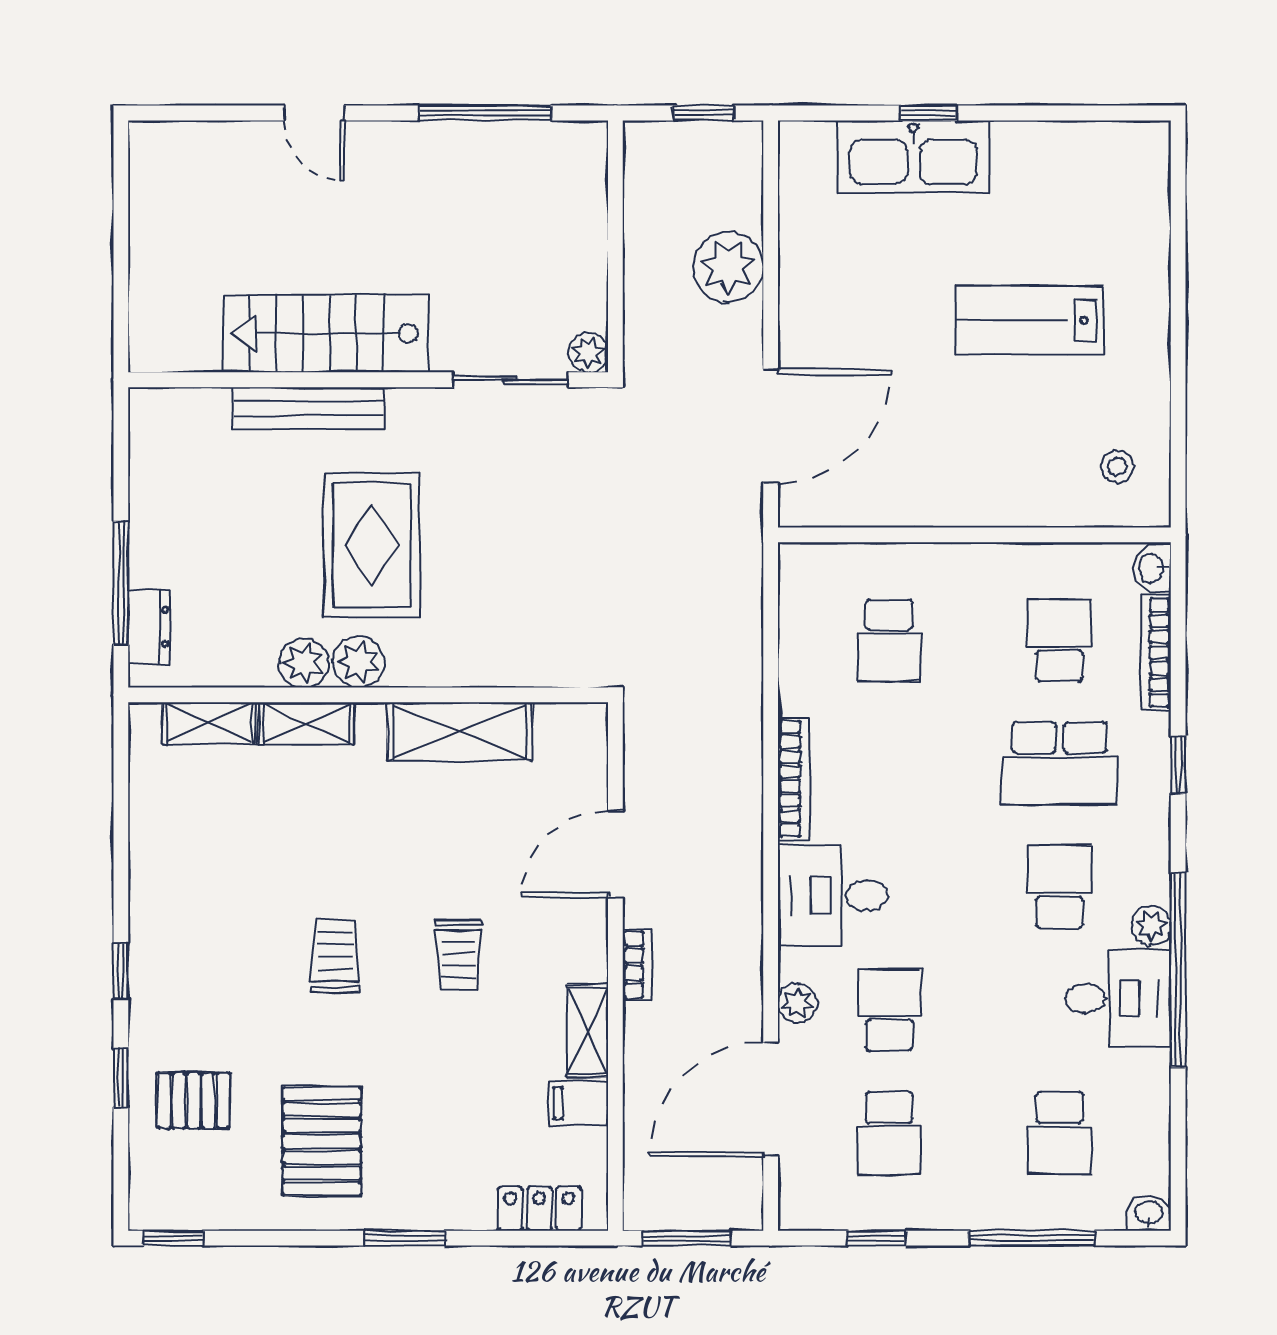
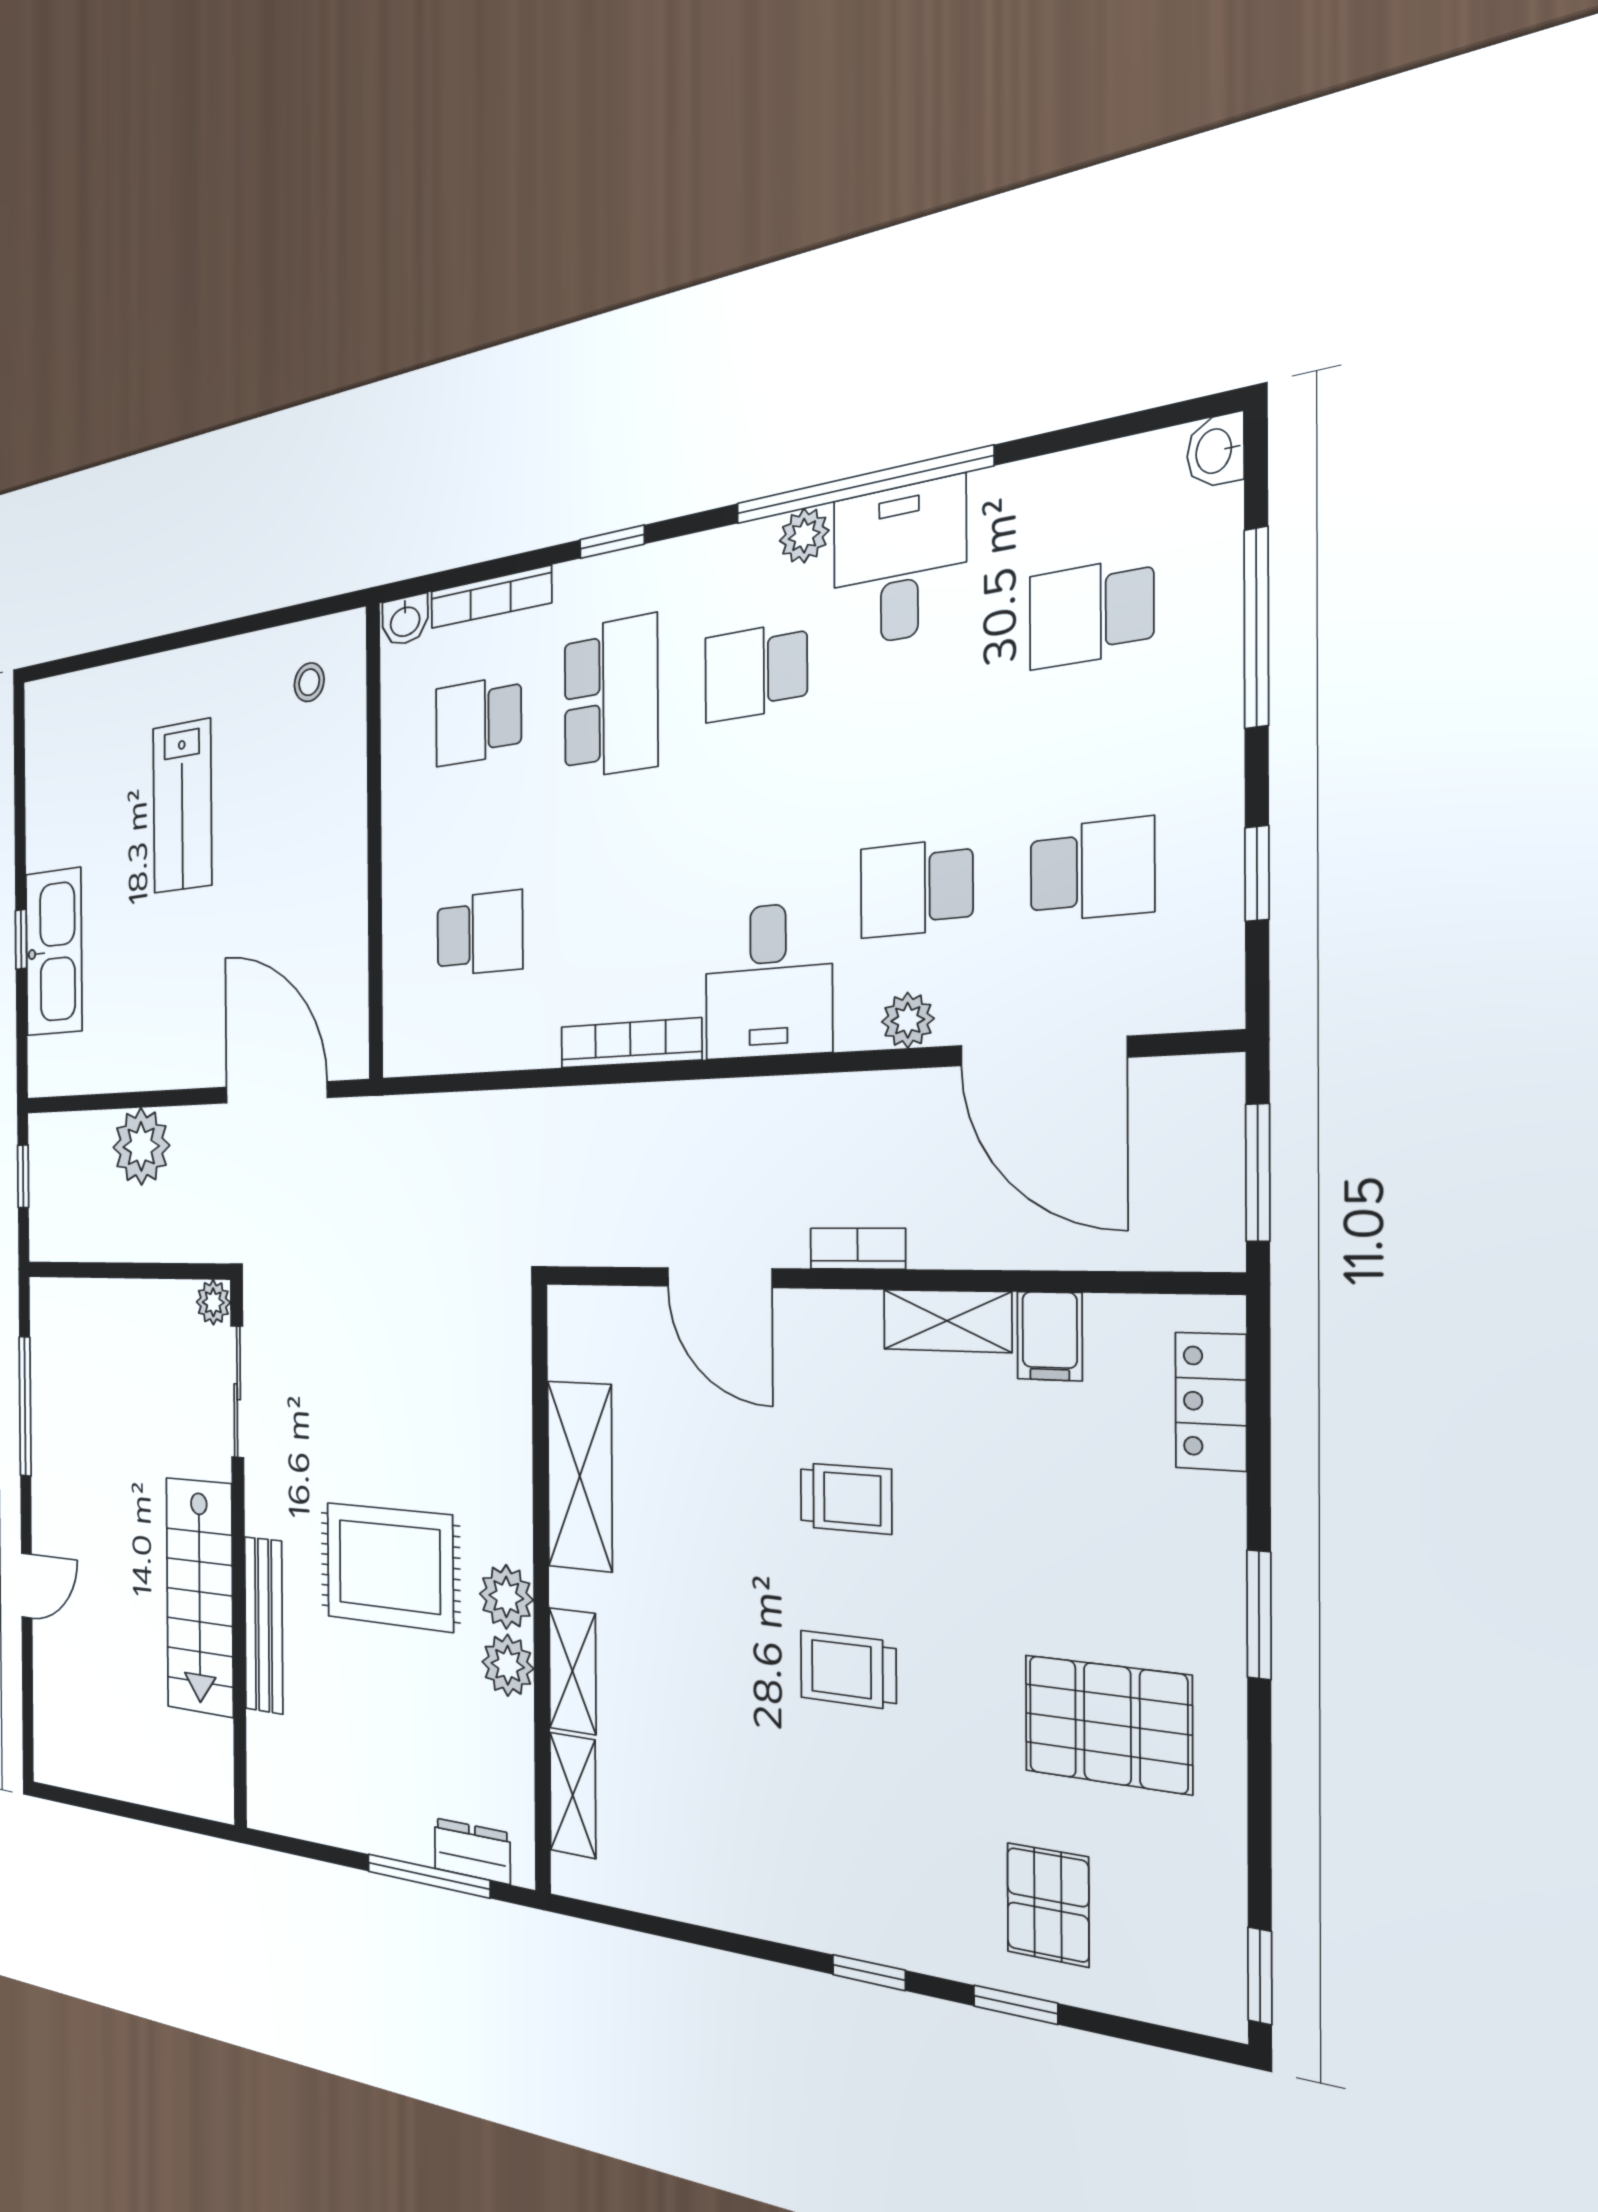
school desk: (1059, 1133) -> (1091, 613), turned 180

